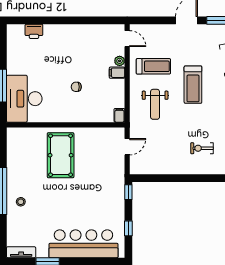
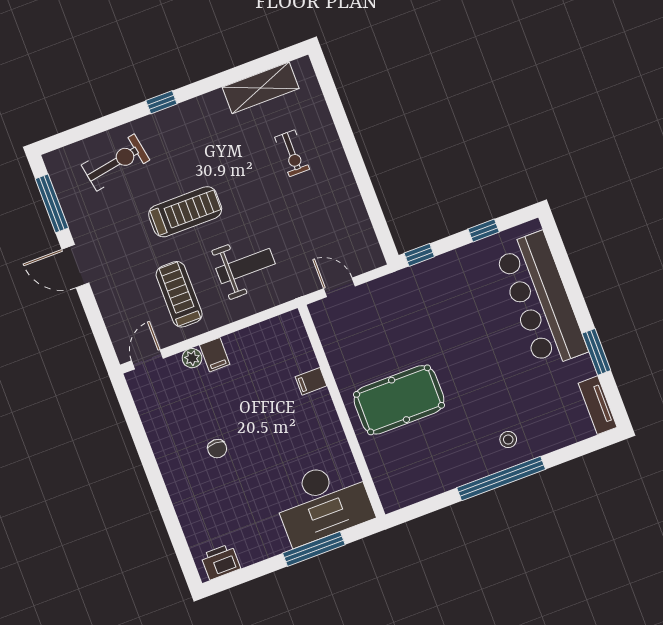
printer: (34, 31) -> (220, 562), moved, turned -90
chair: (76, 87) -> (217, 449), moved
filing cabinet: (119, 115) -> (311, 381), moved

